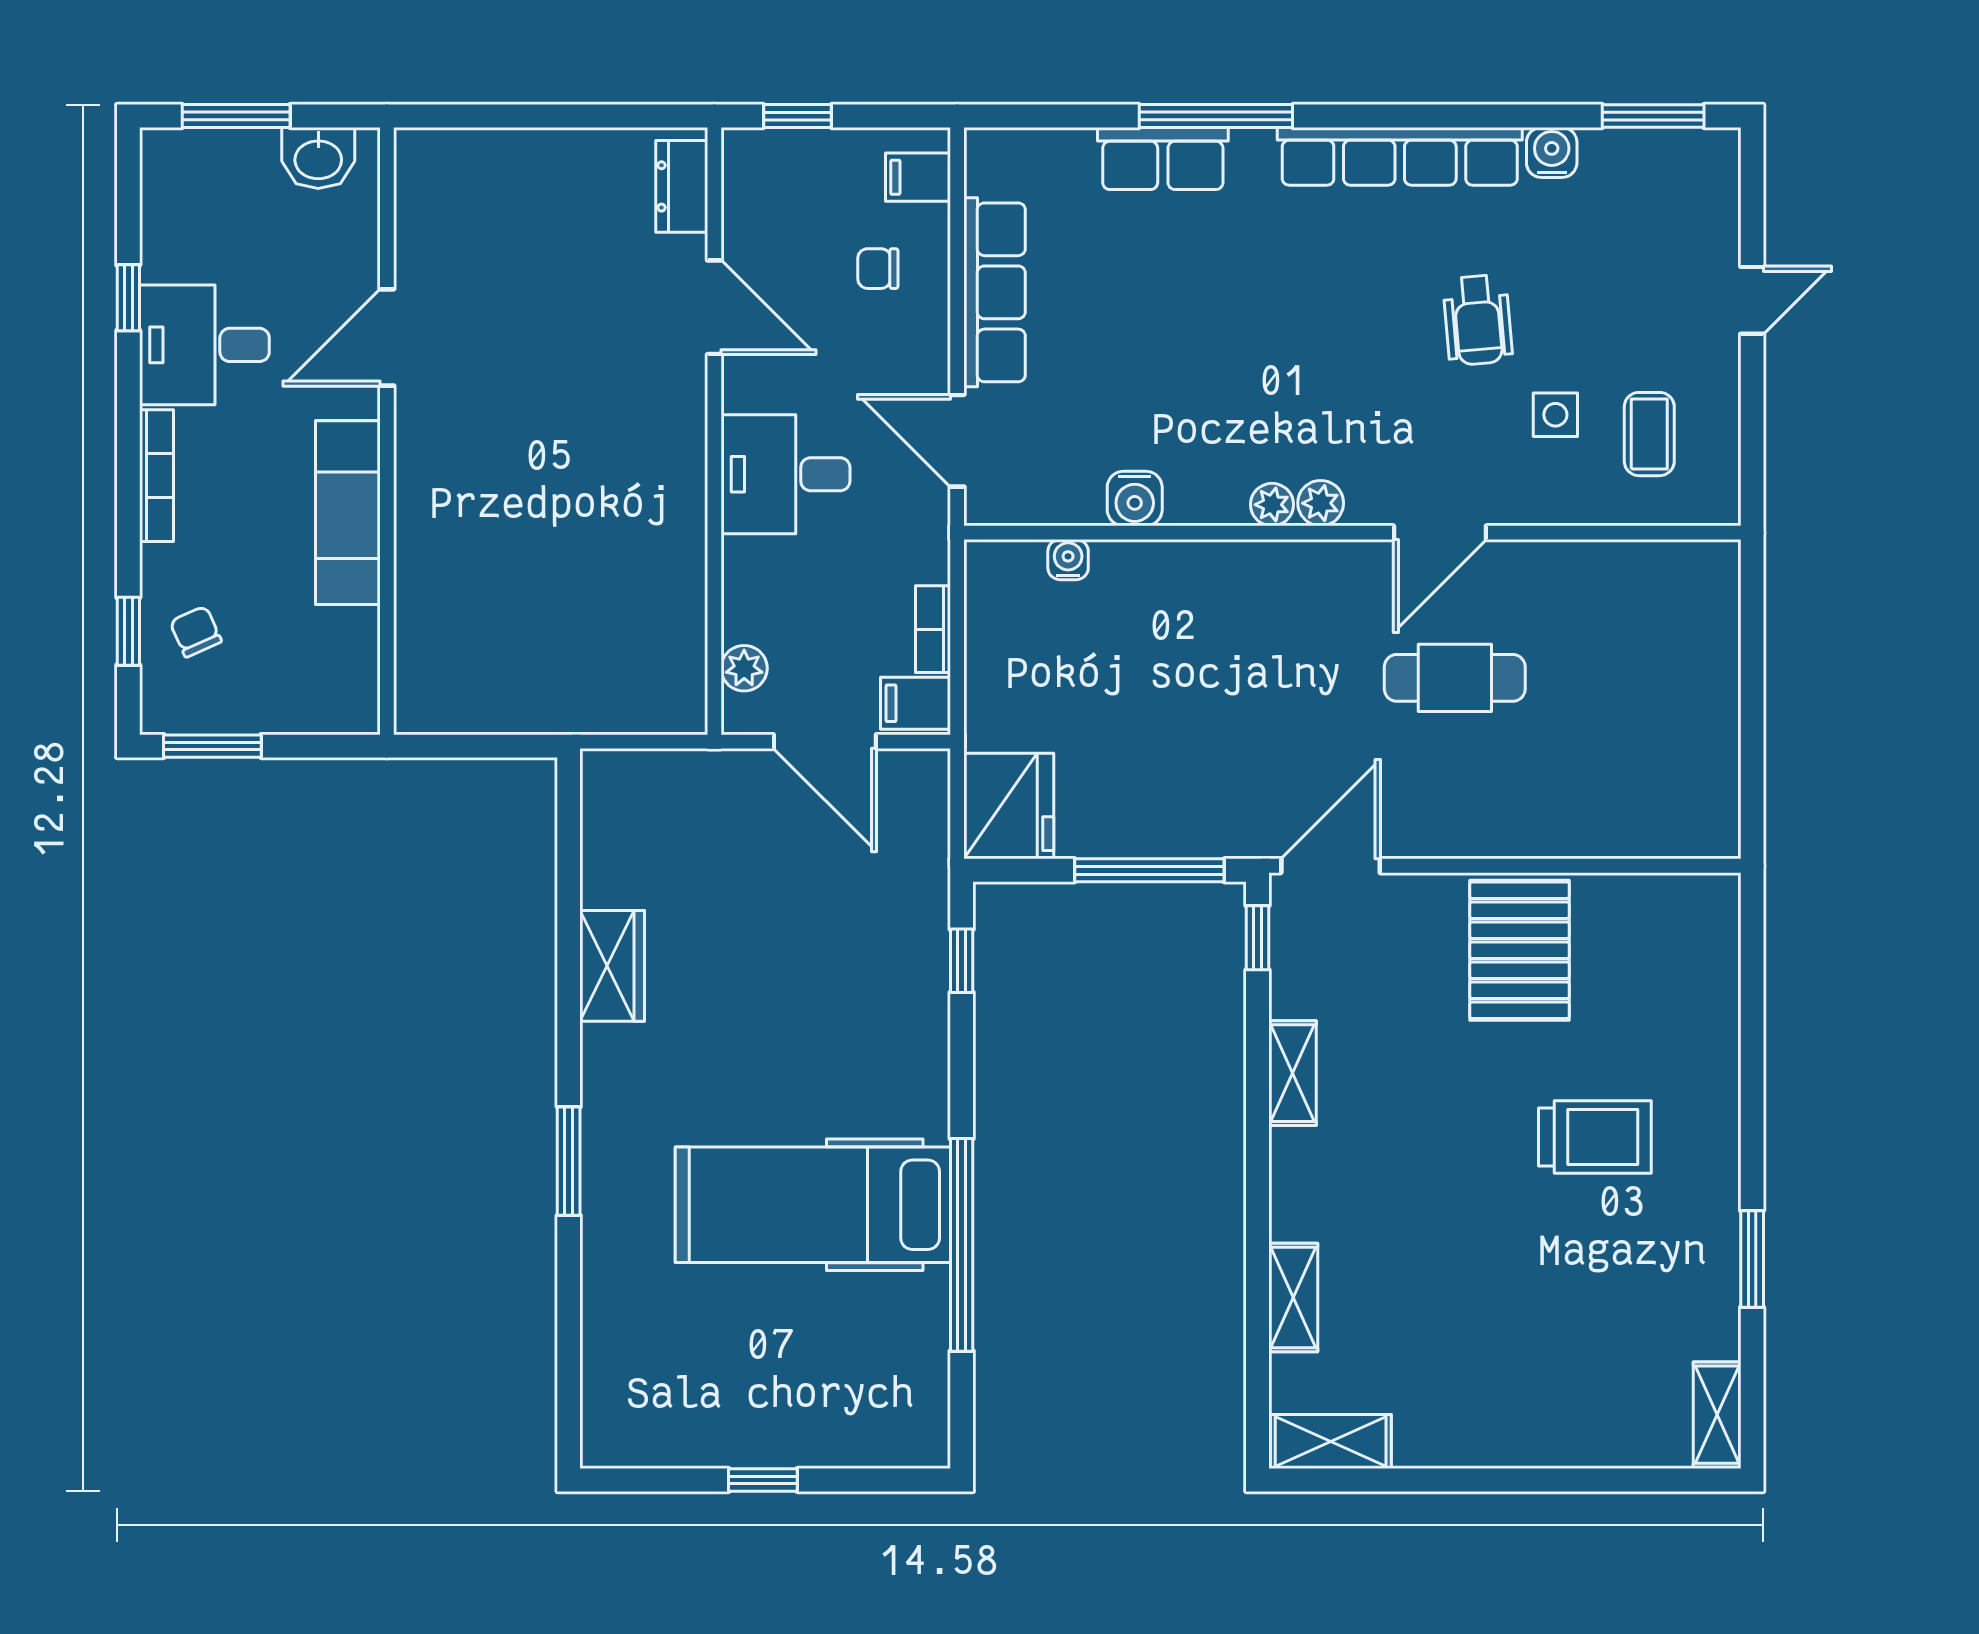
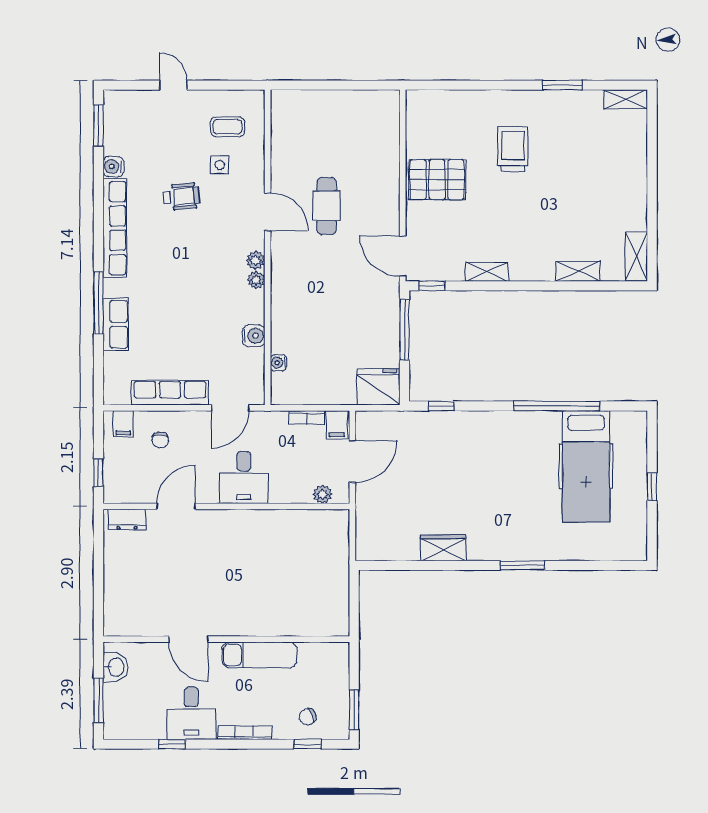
hospital bed: (813, 1205) -> (586, 466), moved

